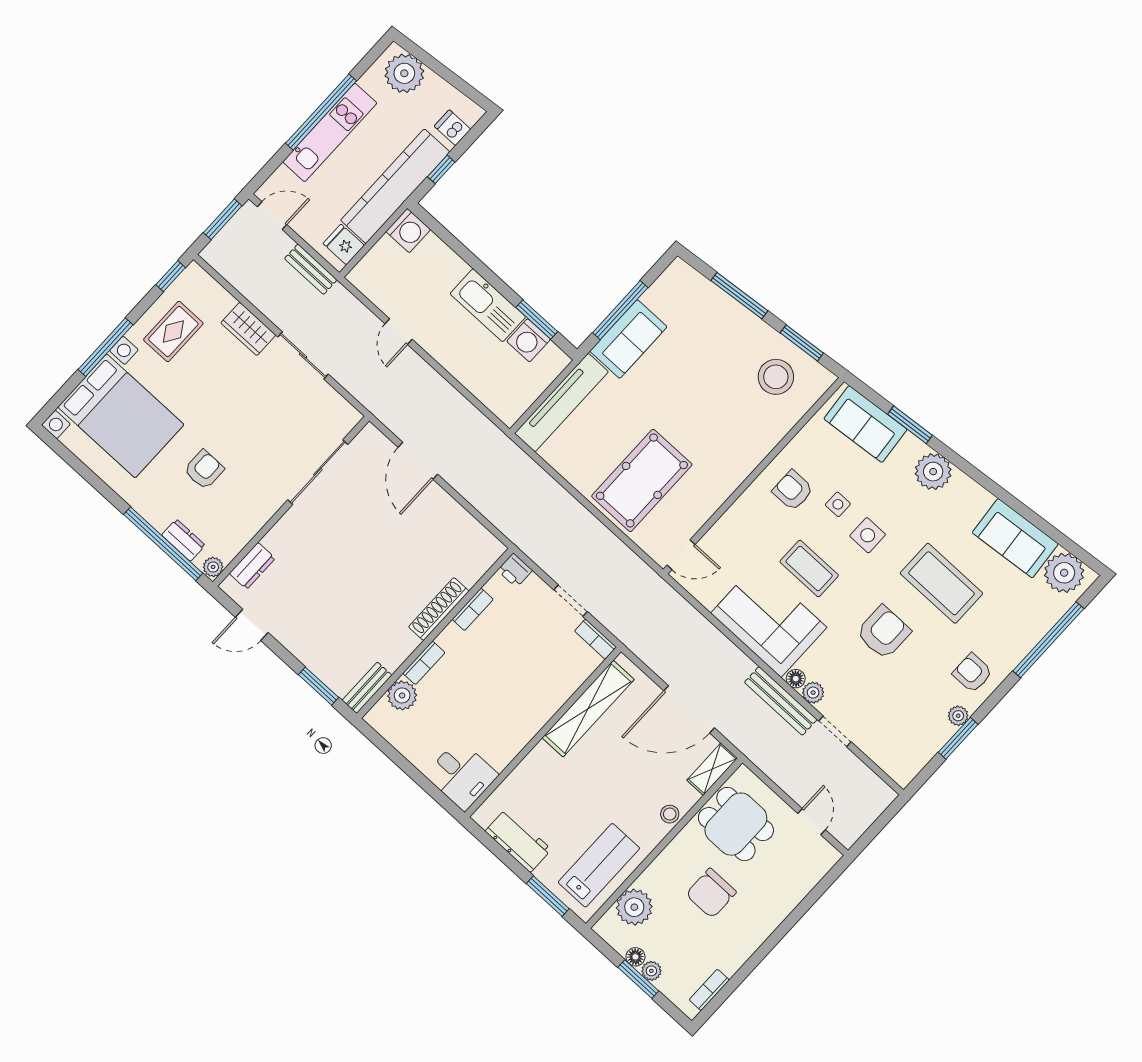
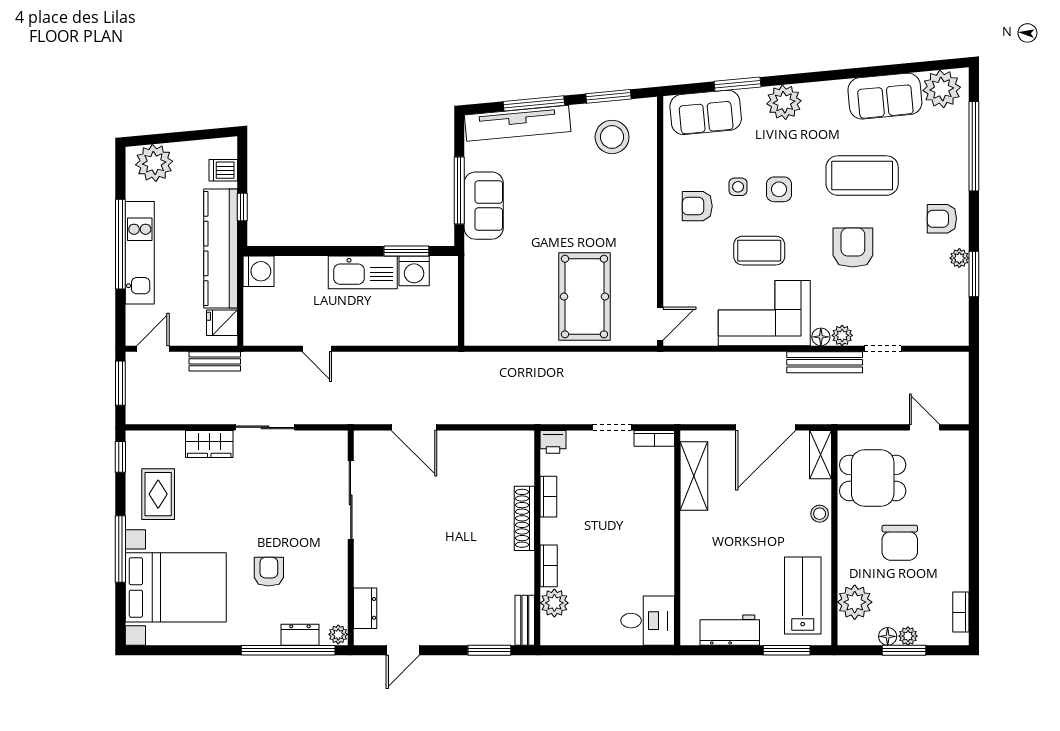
tv unit: (561, 403) -> (518, 123), moved, turned 85
shelving: (588, 709) -> (694, 476), width x0.68

